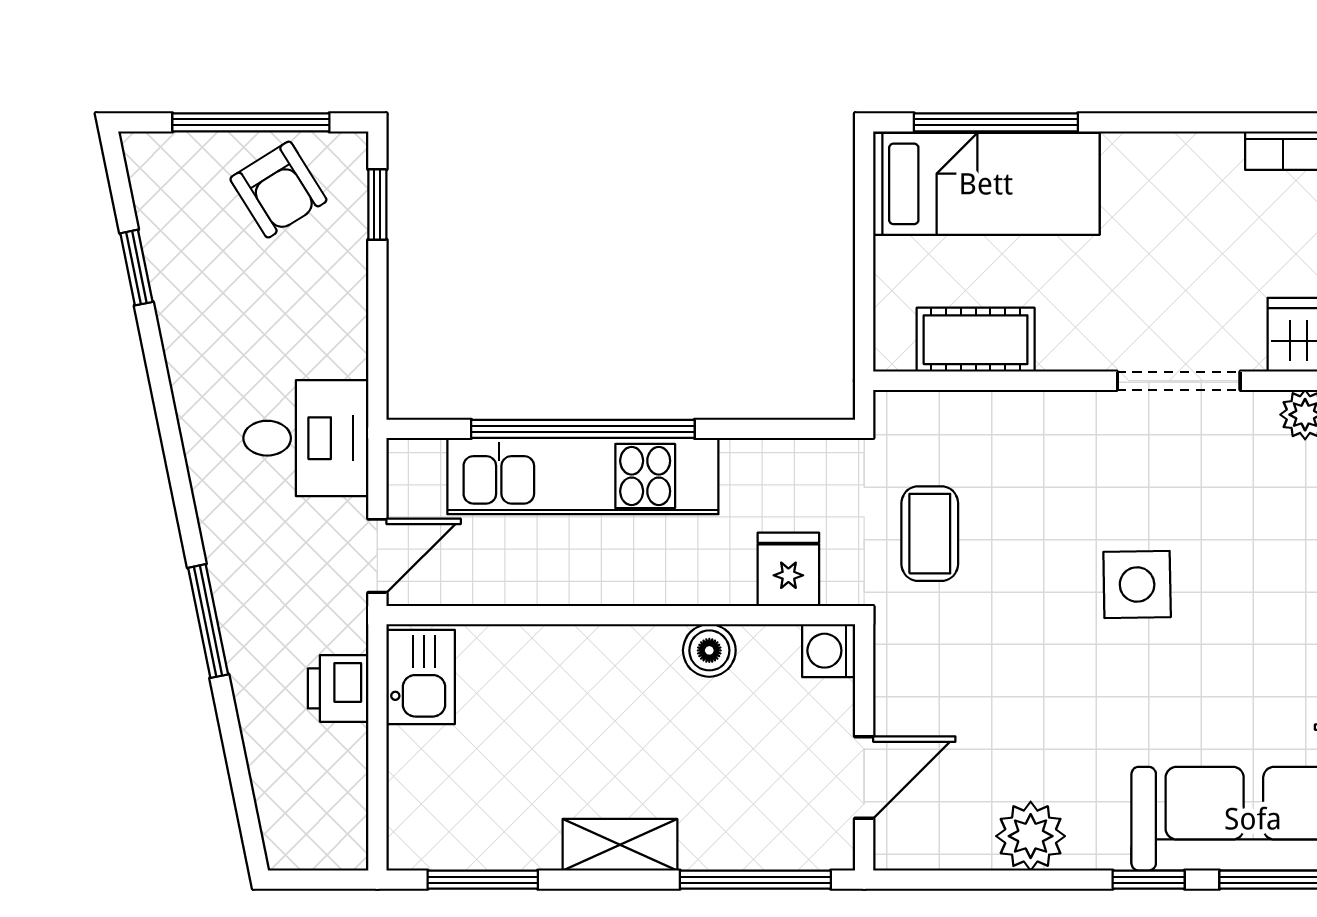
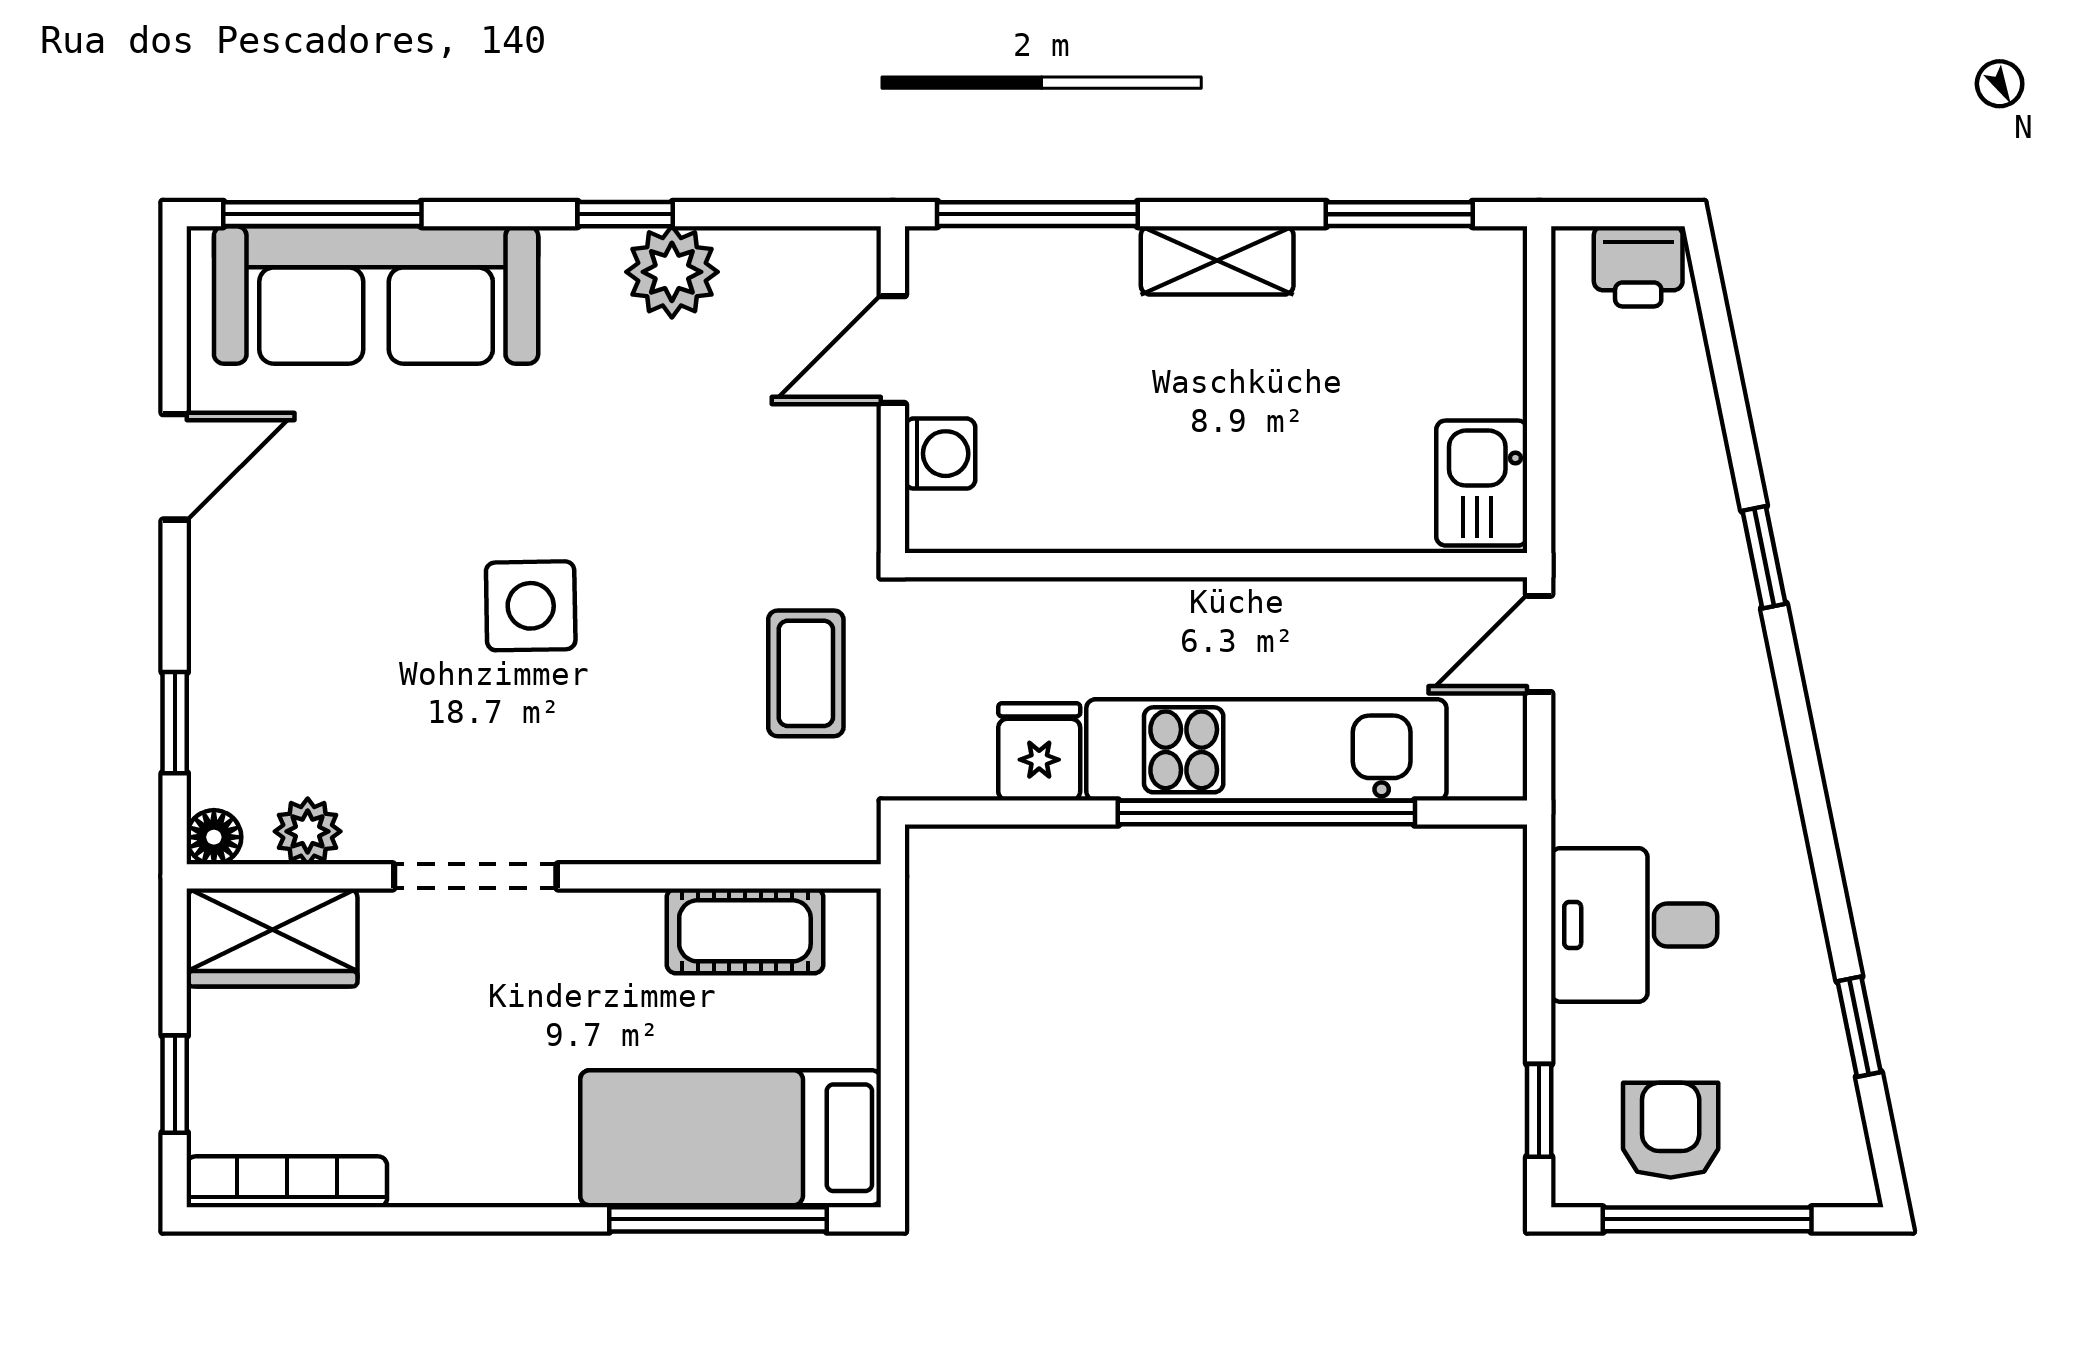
armchair: (278, 190) -> (1671, 1130), turned 32
desk: (306, 438) -> (1634, 925), moved
fridge: (788, 569) -> (1039, 752), moved, turned 180
window: (208, 621) -> (1764, 557), width x0.67
boiler: (709, 650) -> (1099, 518), removed
washing machine: (829, 651) -> (940, 454), moved
printer: (338, 688) -> (1638, 266), moved, turned 90
window: (1149, 880) -> (625, 214), moved

